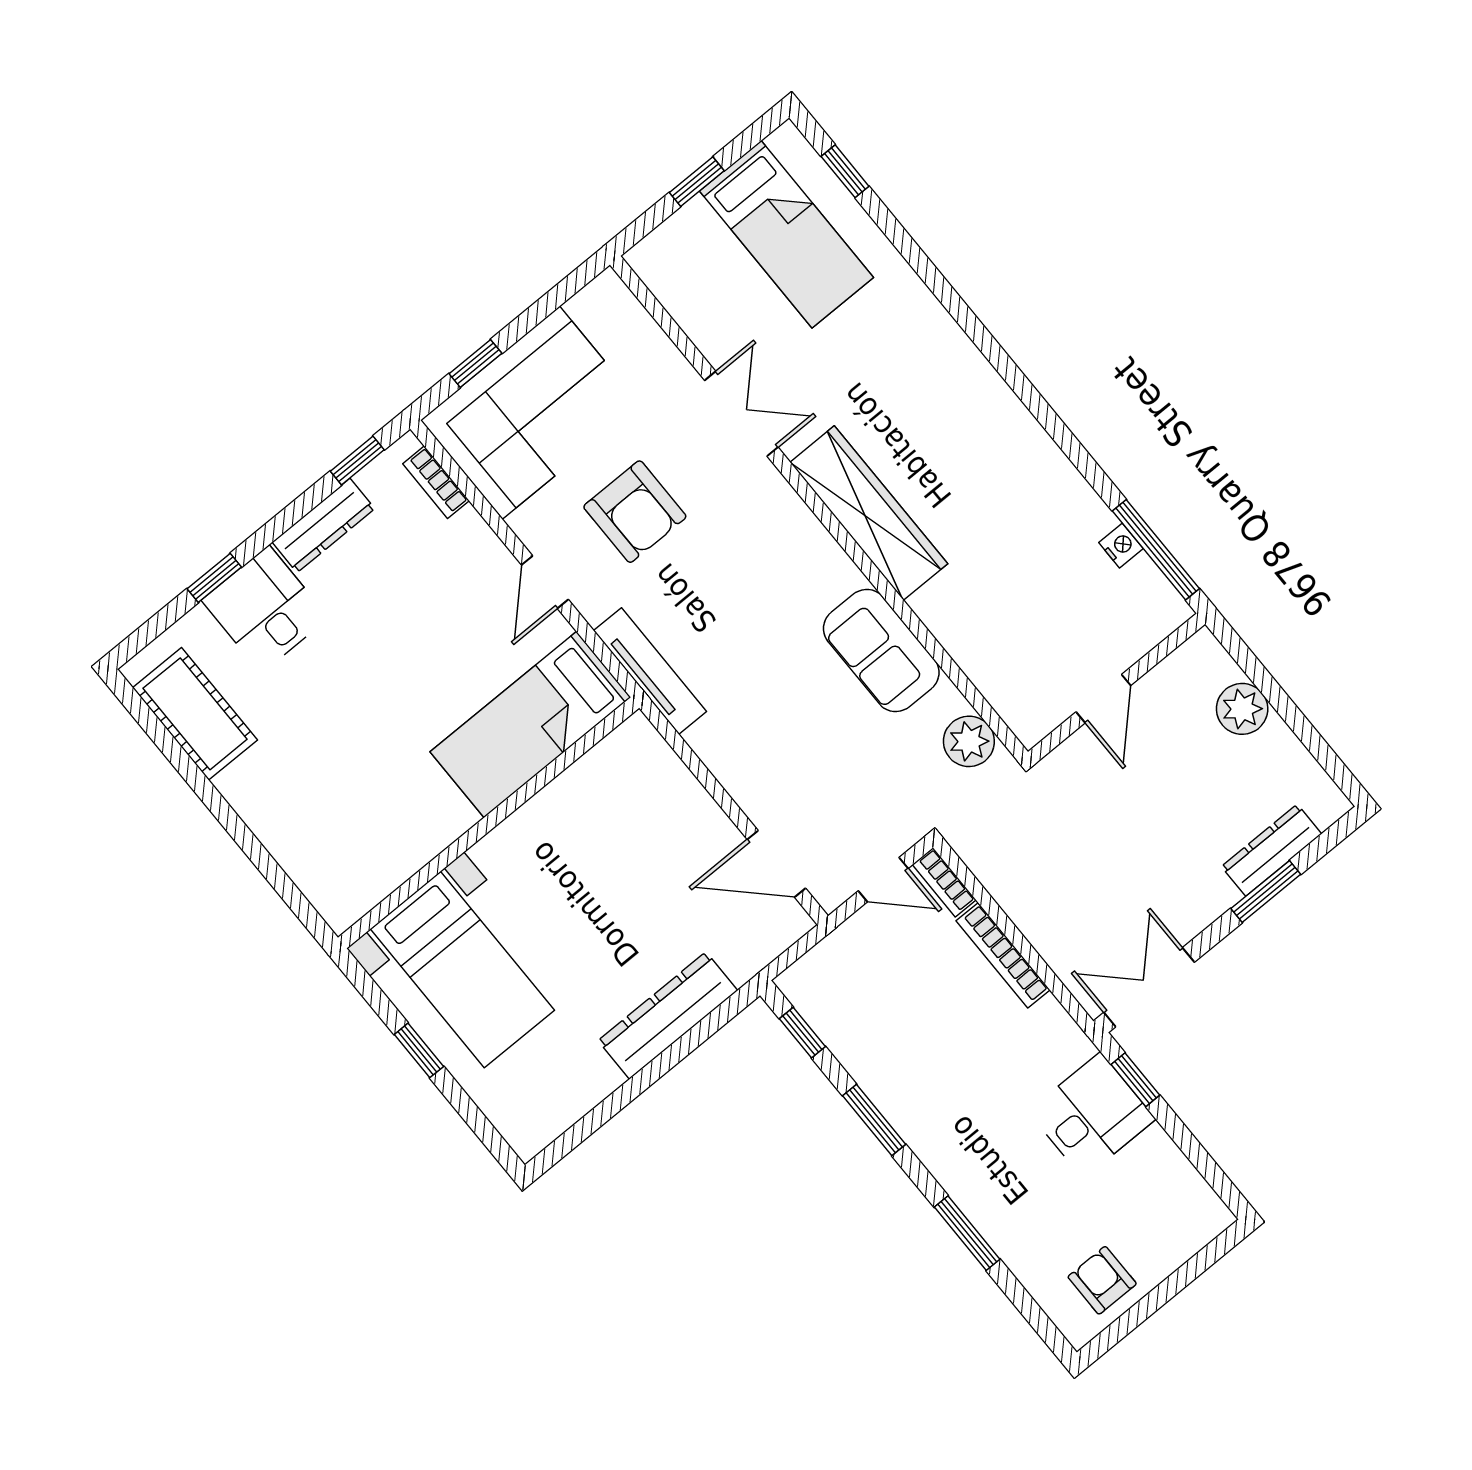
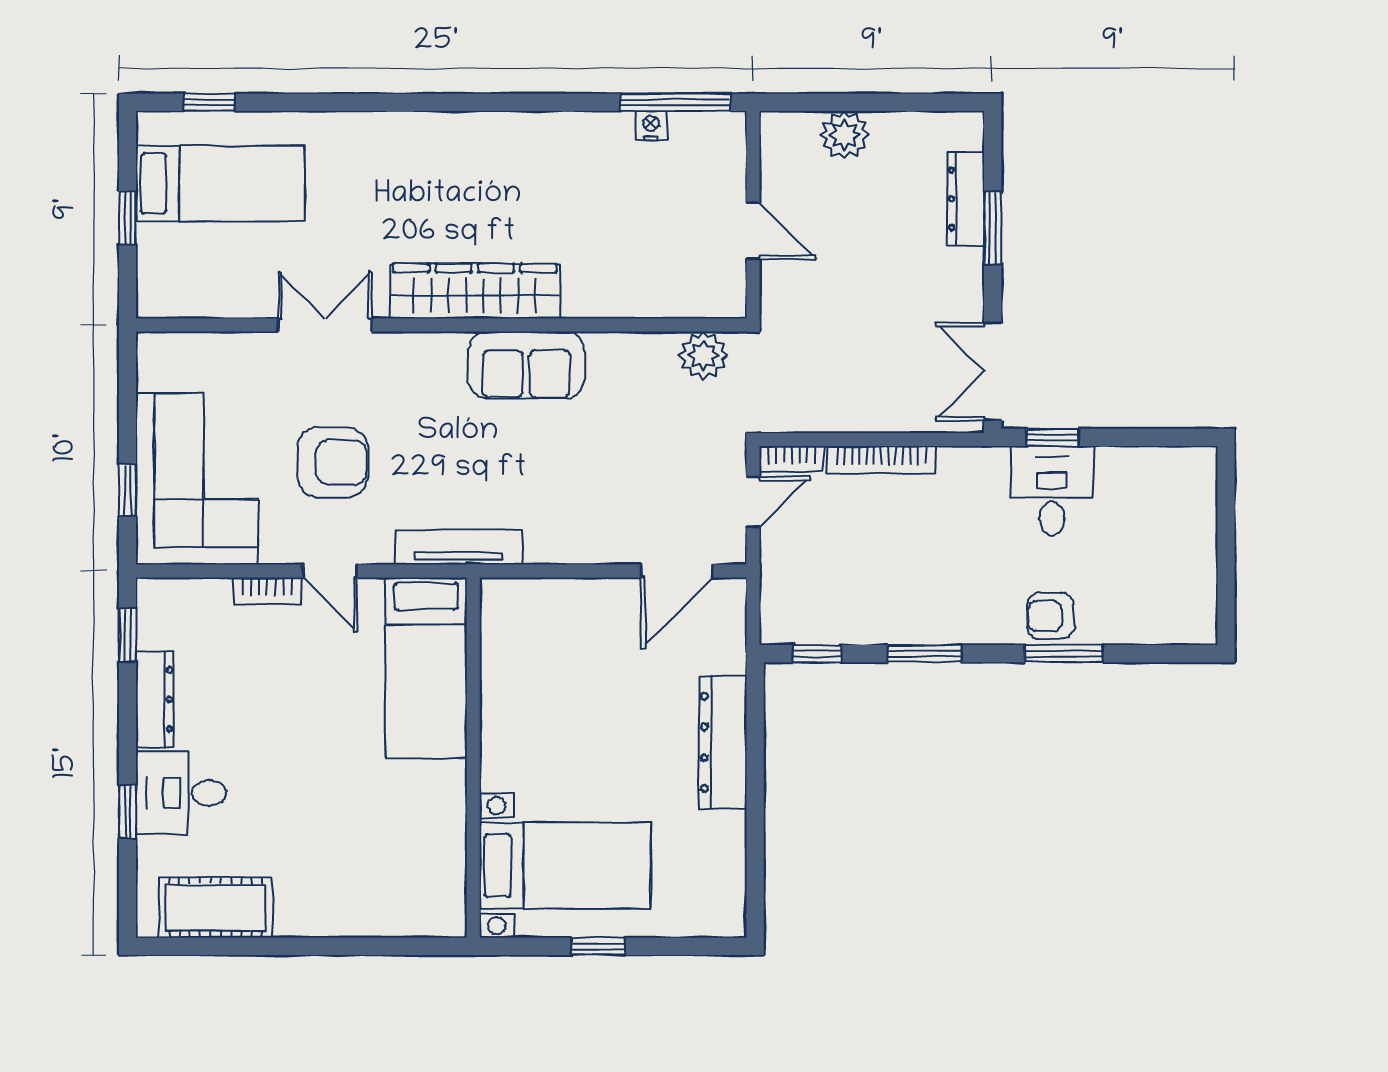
bookcase: (436, 482) -> (267, 591), moved
sofa: (881, 651) -> (526, 365), moved
armchair: (1102, 1280) -> (1051, 616), moved

